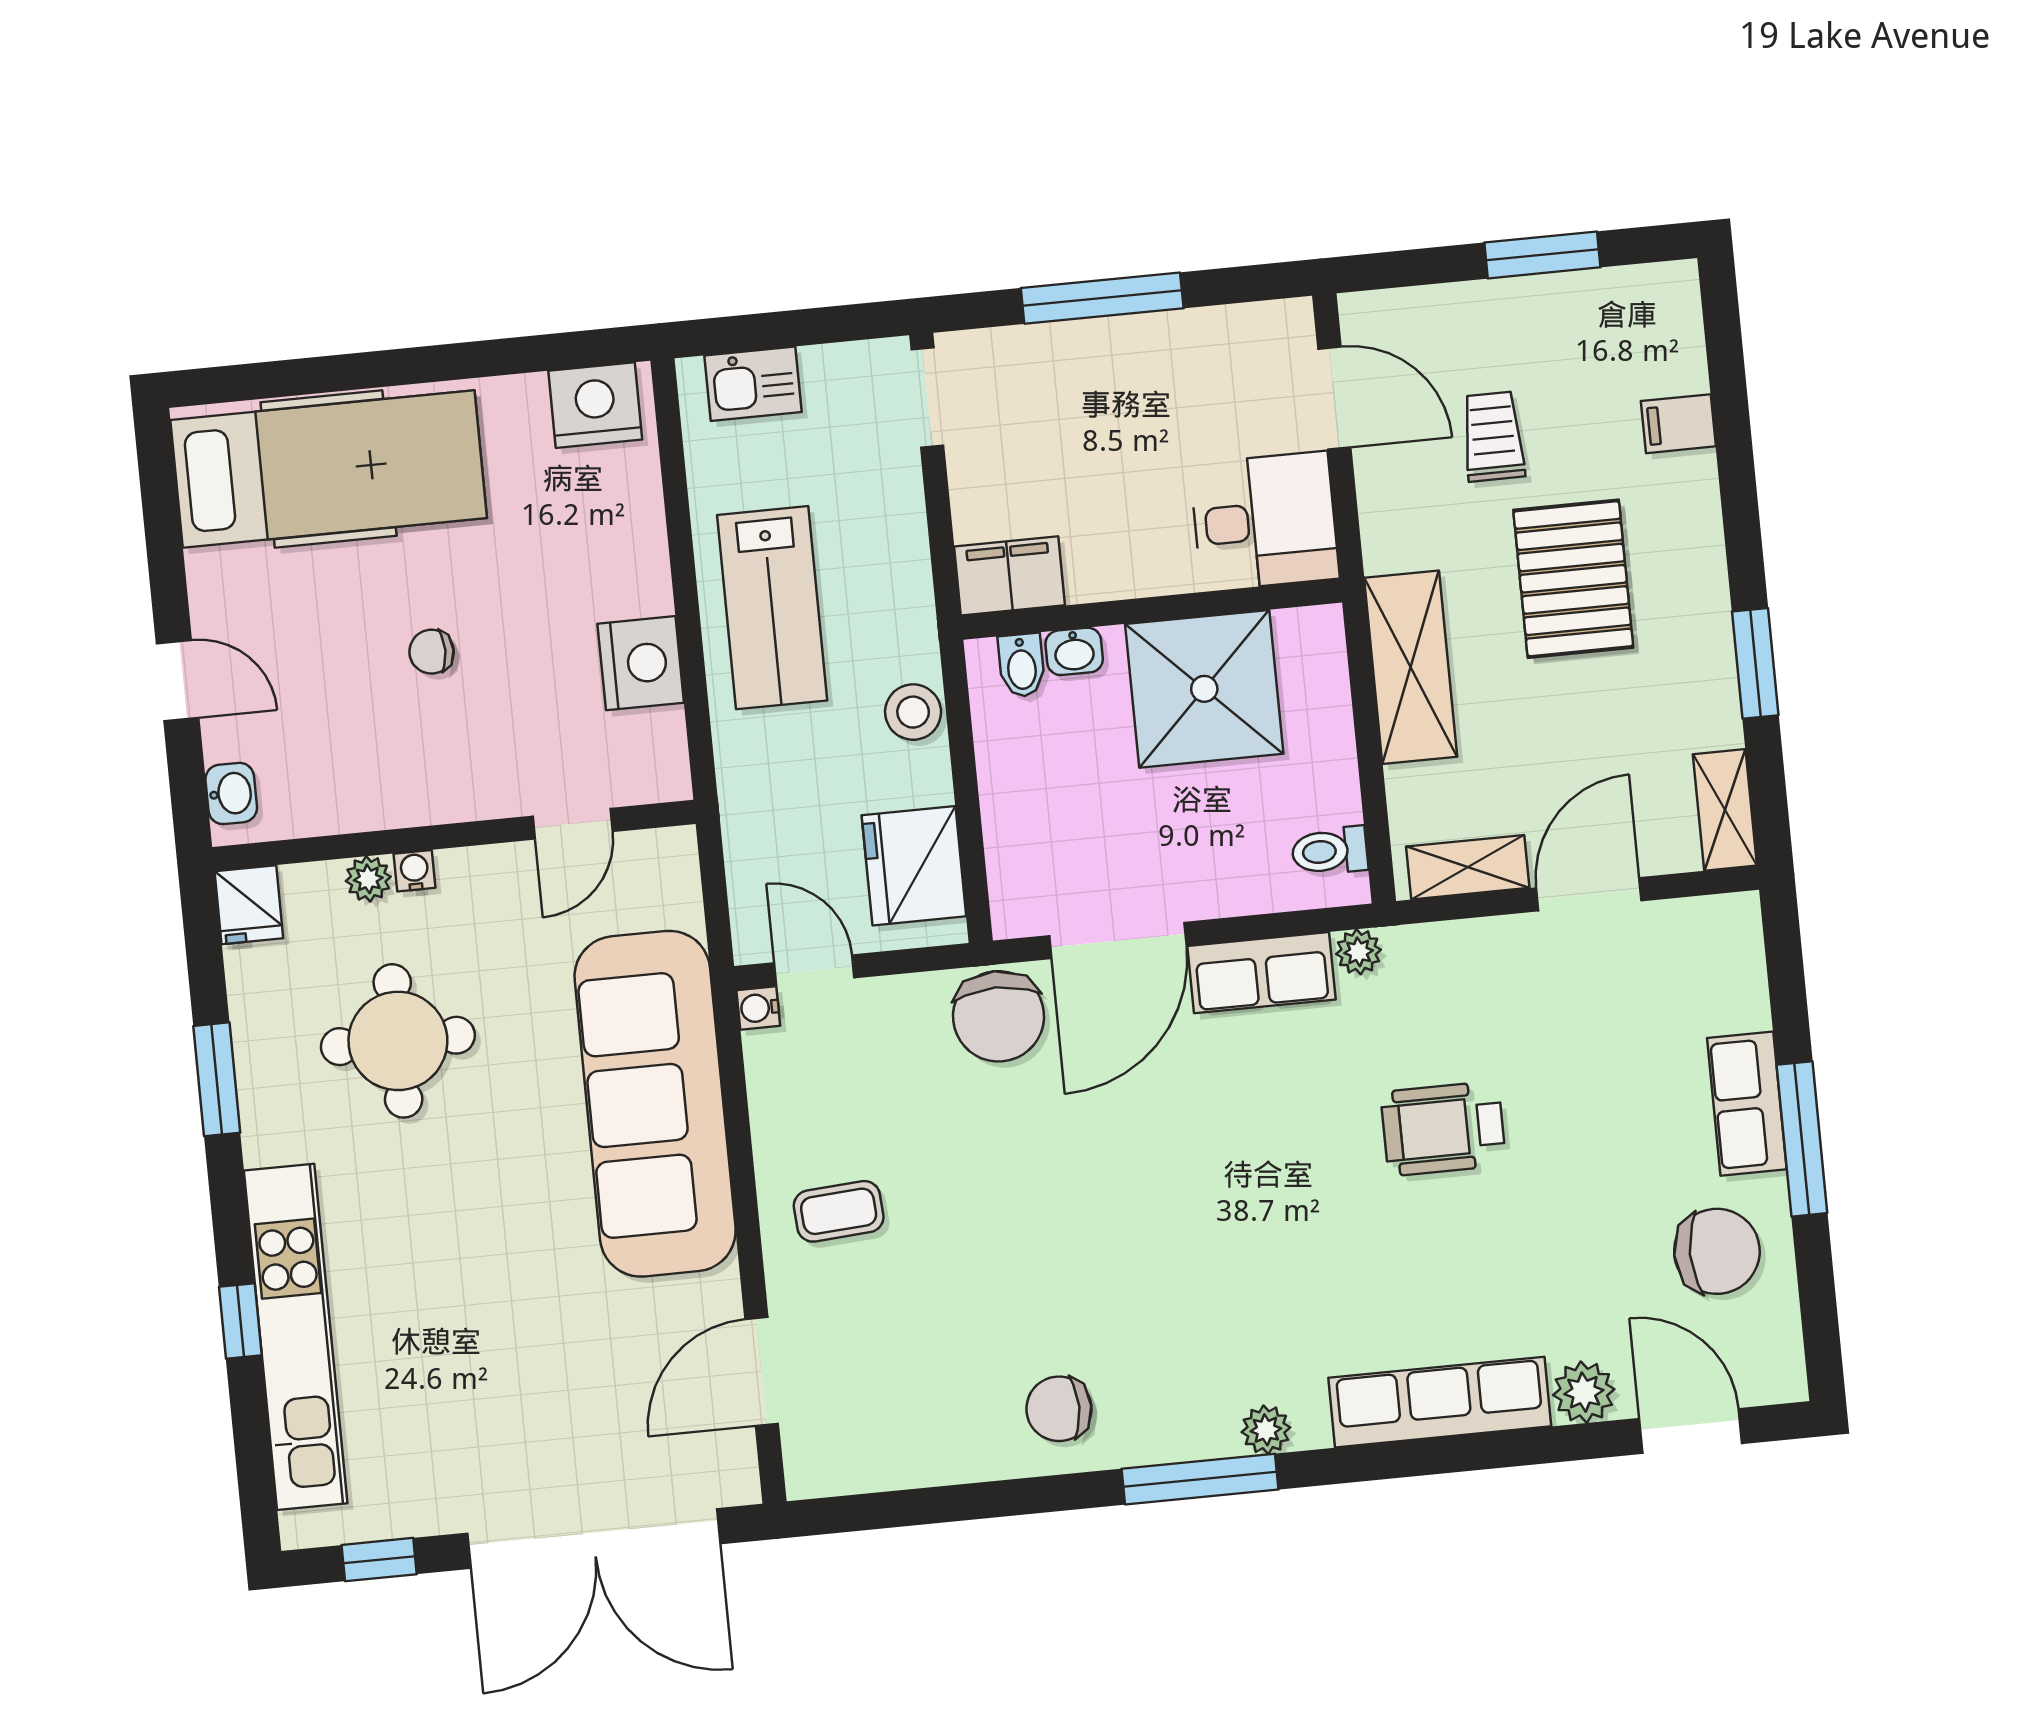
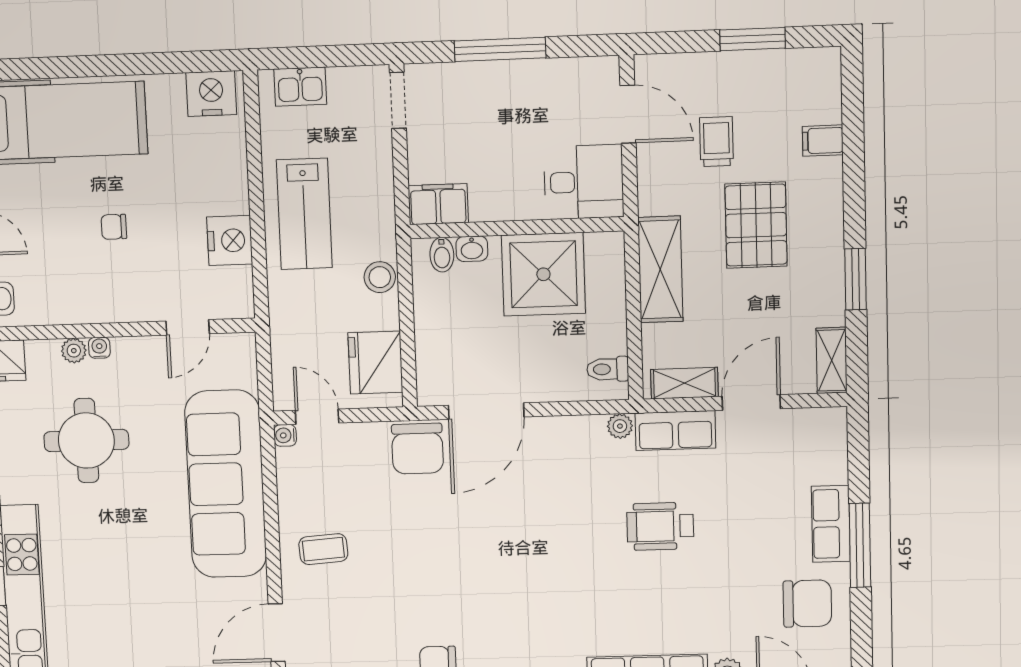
row of seats: (1261, 973) -> (675, 431), moved

